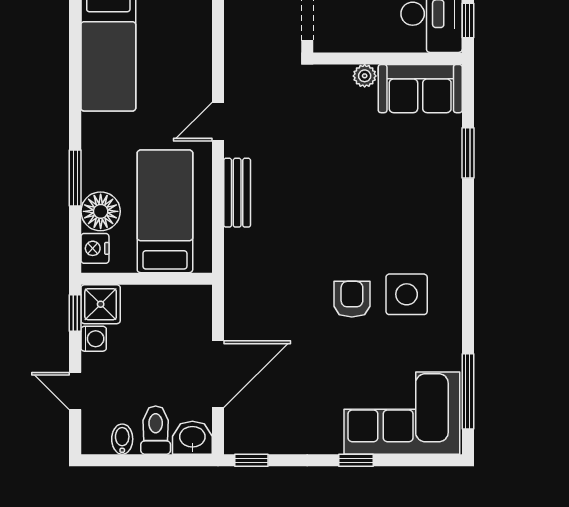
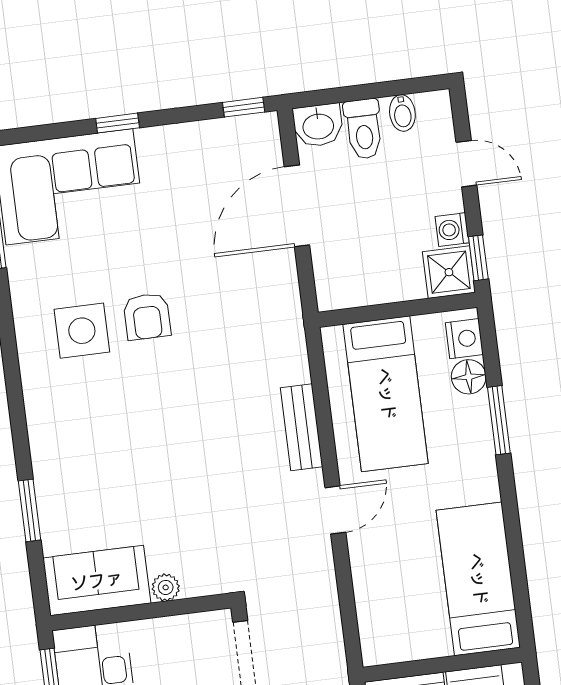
floor lamp: (101, 211) -> (469, 377), width x0.73, depth x0.73

